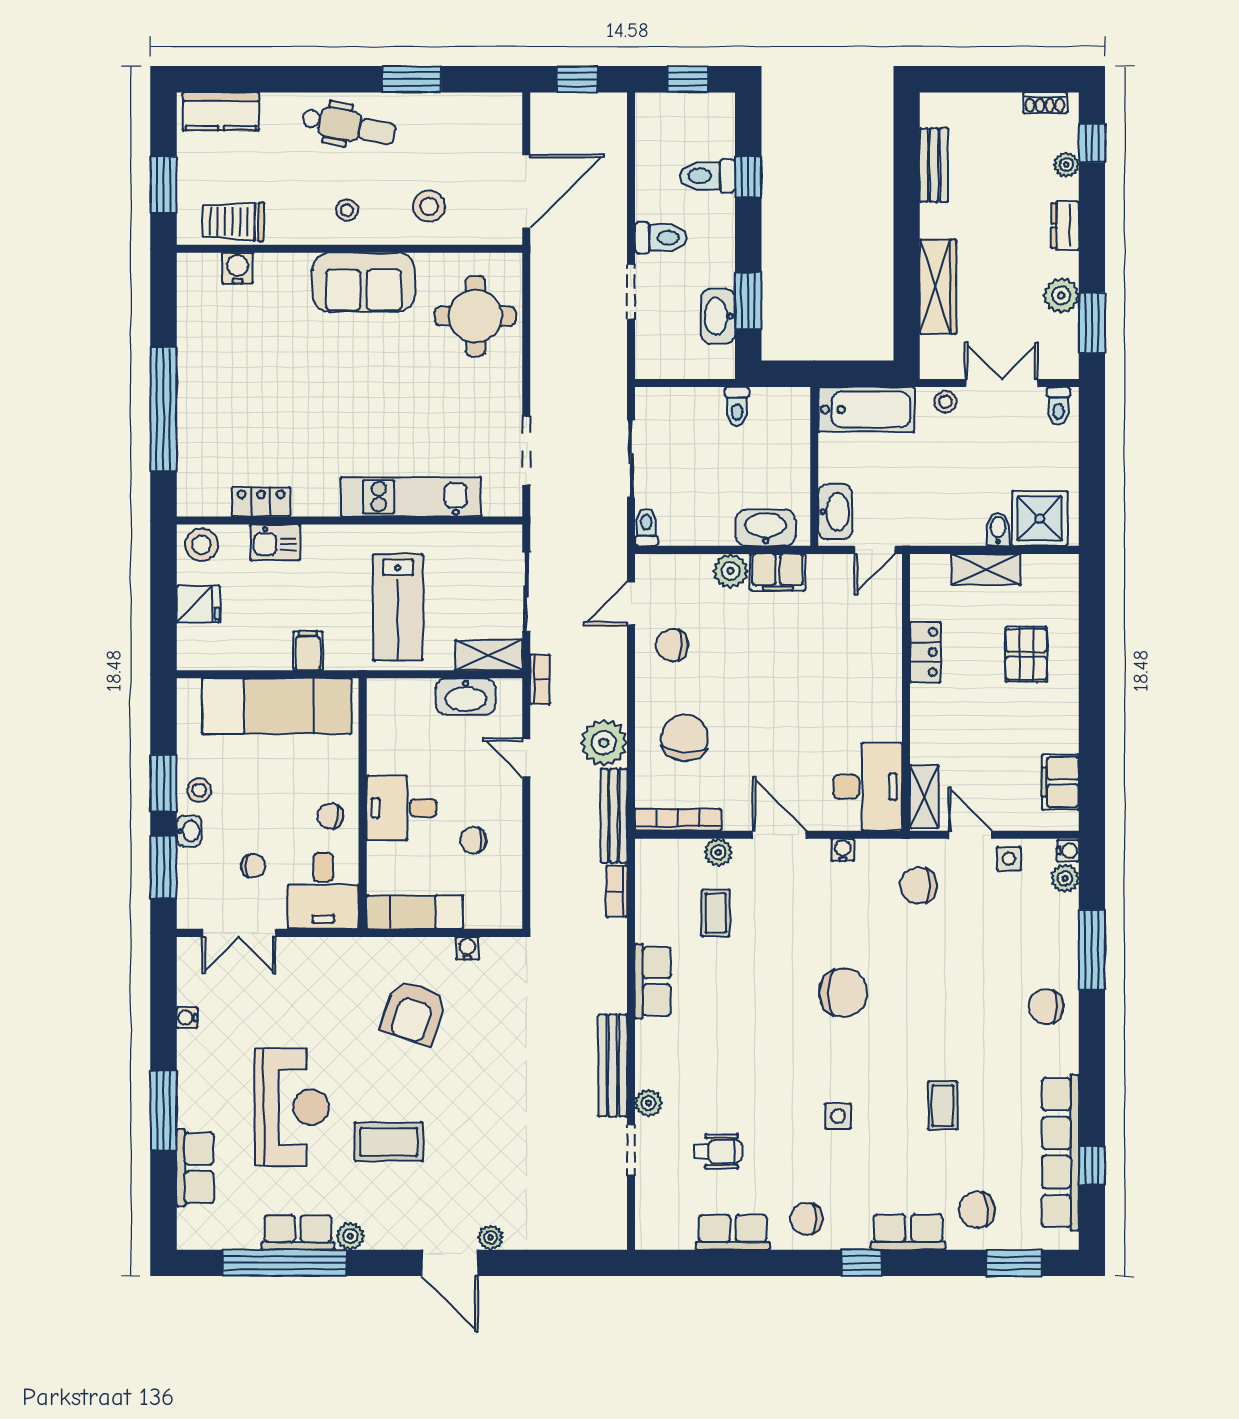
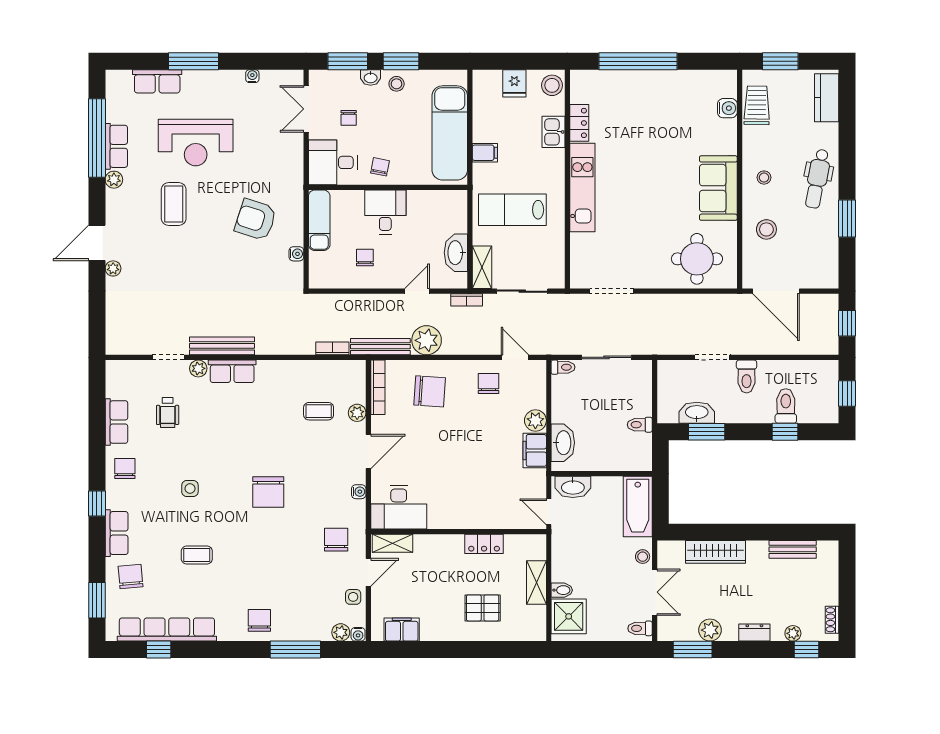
kitchen unit: (411, 497) -> (582, 188), moved
row of seats: (653, 981) -> (232, 371), moved

